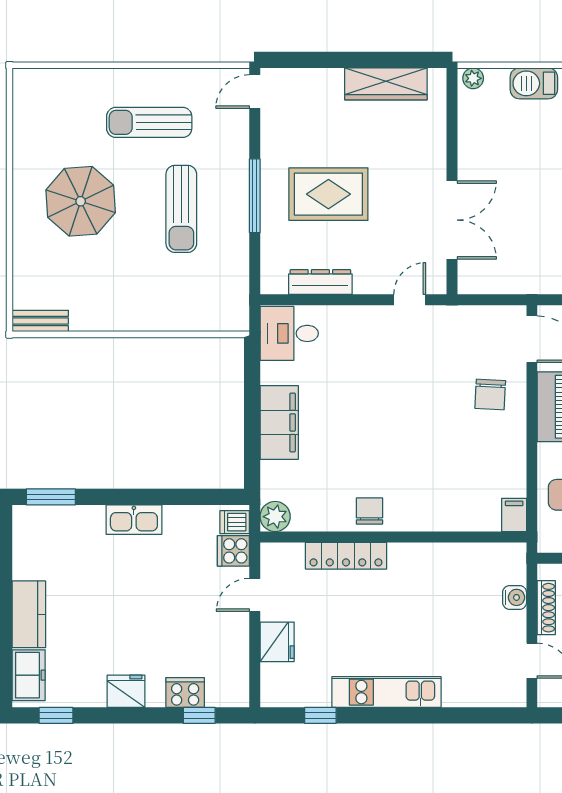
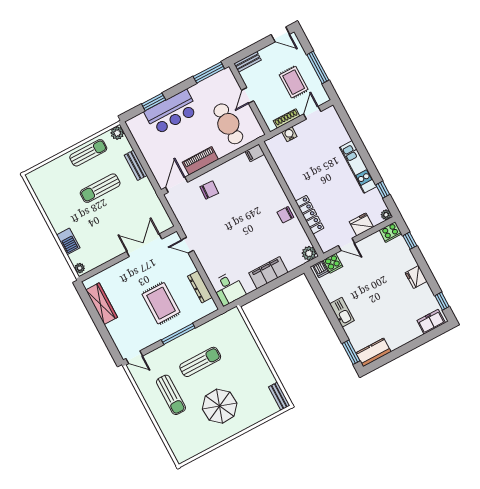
kitchen counter: (29, 614) -> (373, 352), moved
cooker: (185, 693) -> (391, 232), moved, turned -90
plant: (271, 697) -> (386, 215), added

